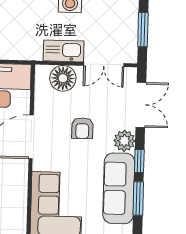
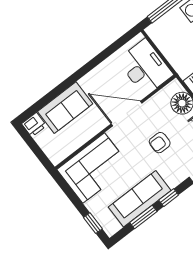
plant: (124, 141) -> (174, 177), removed

